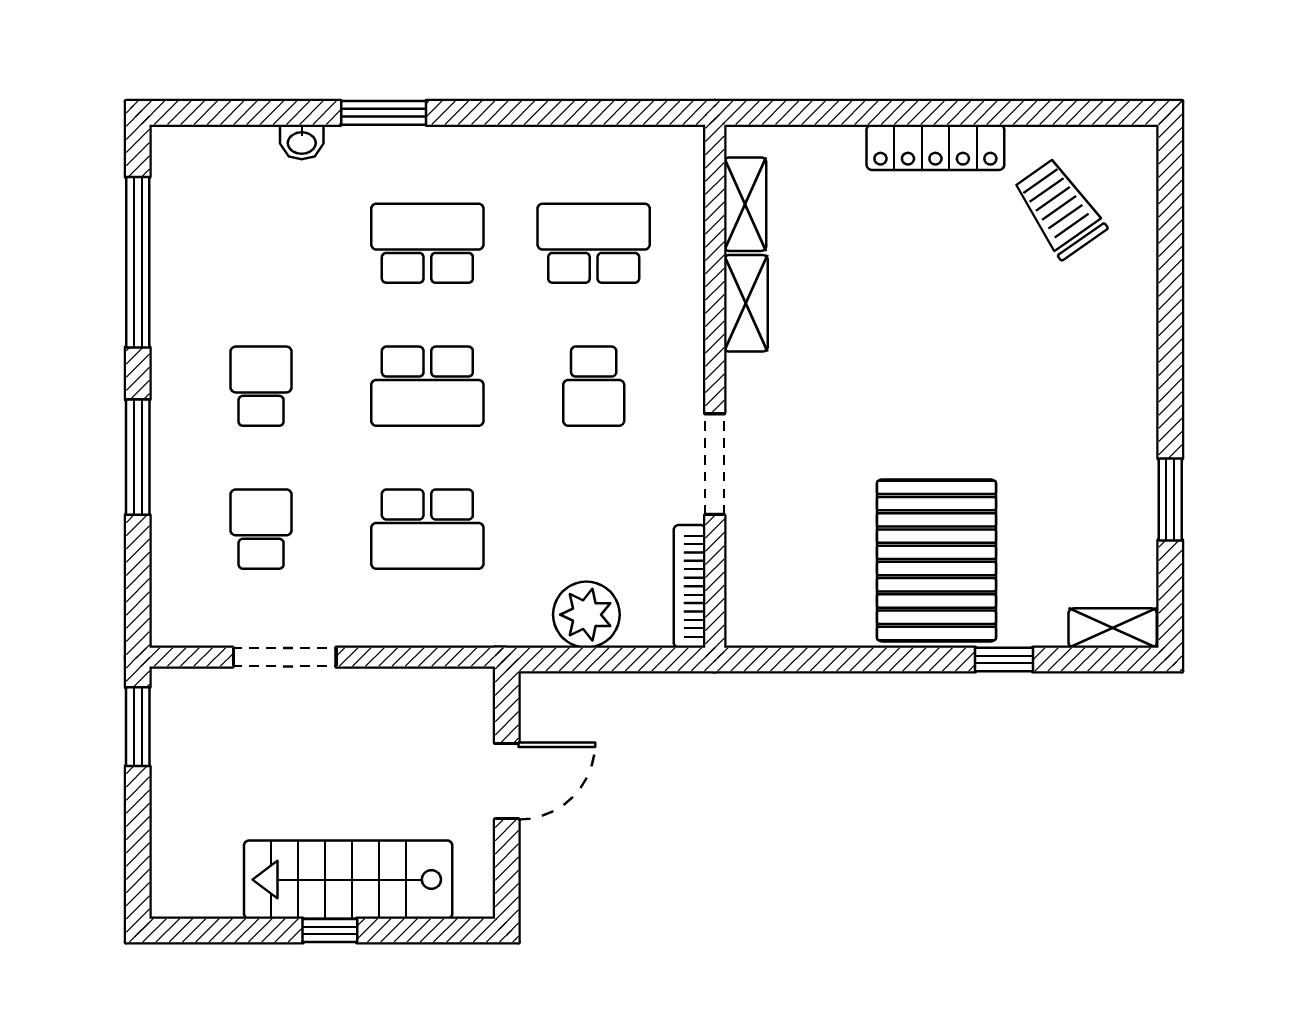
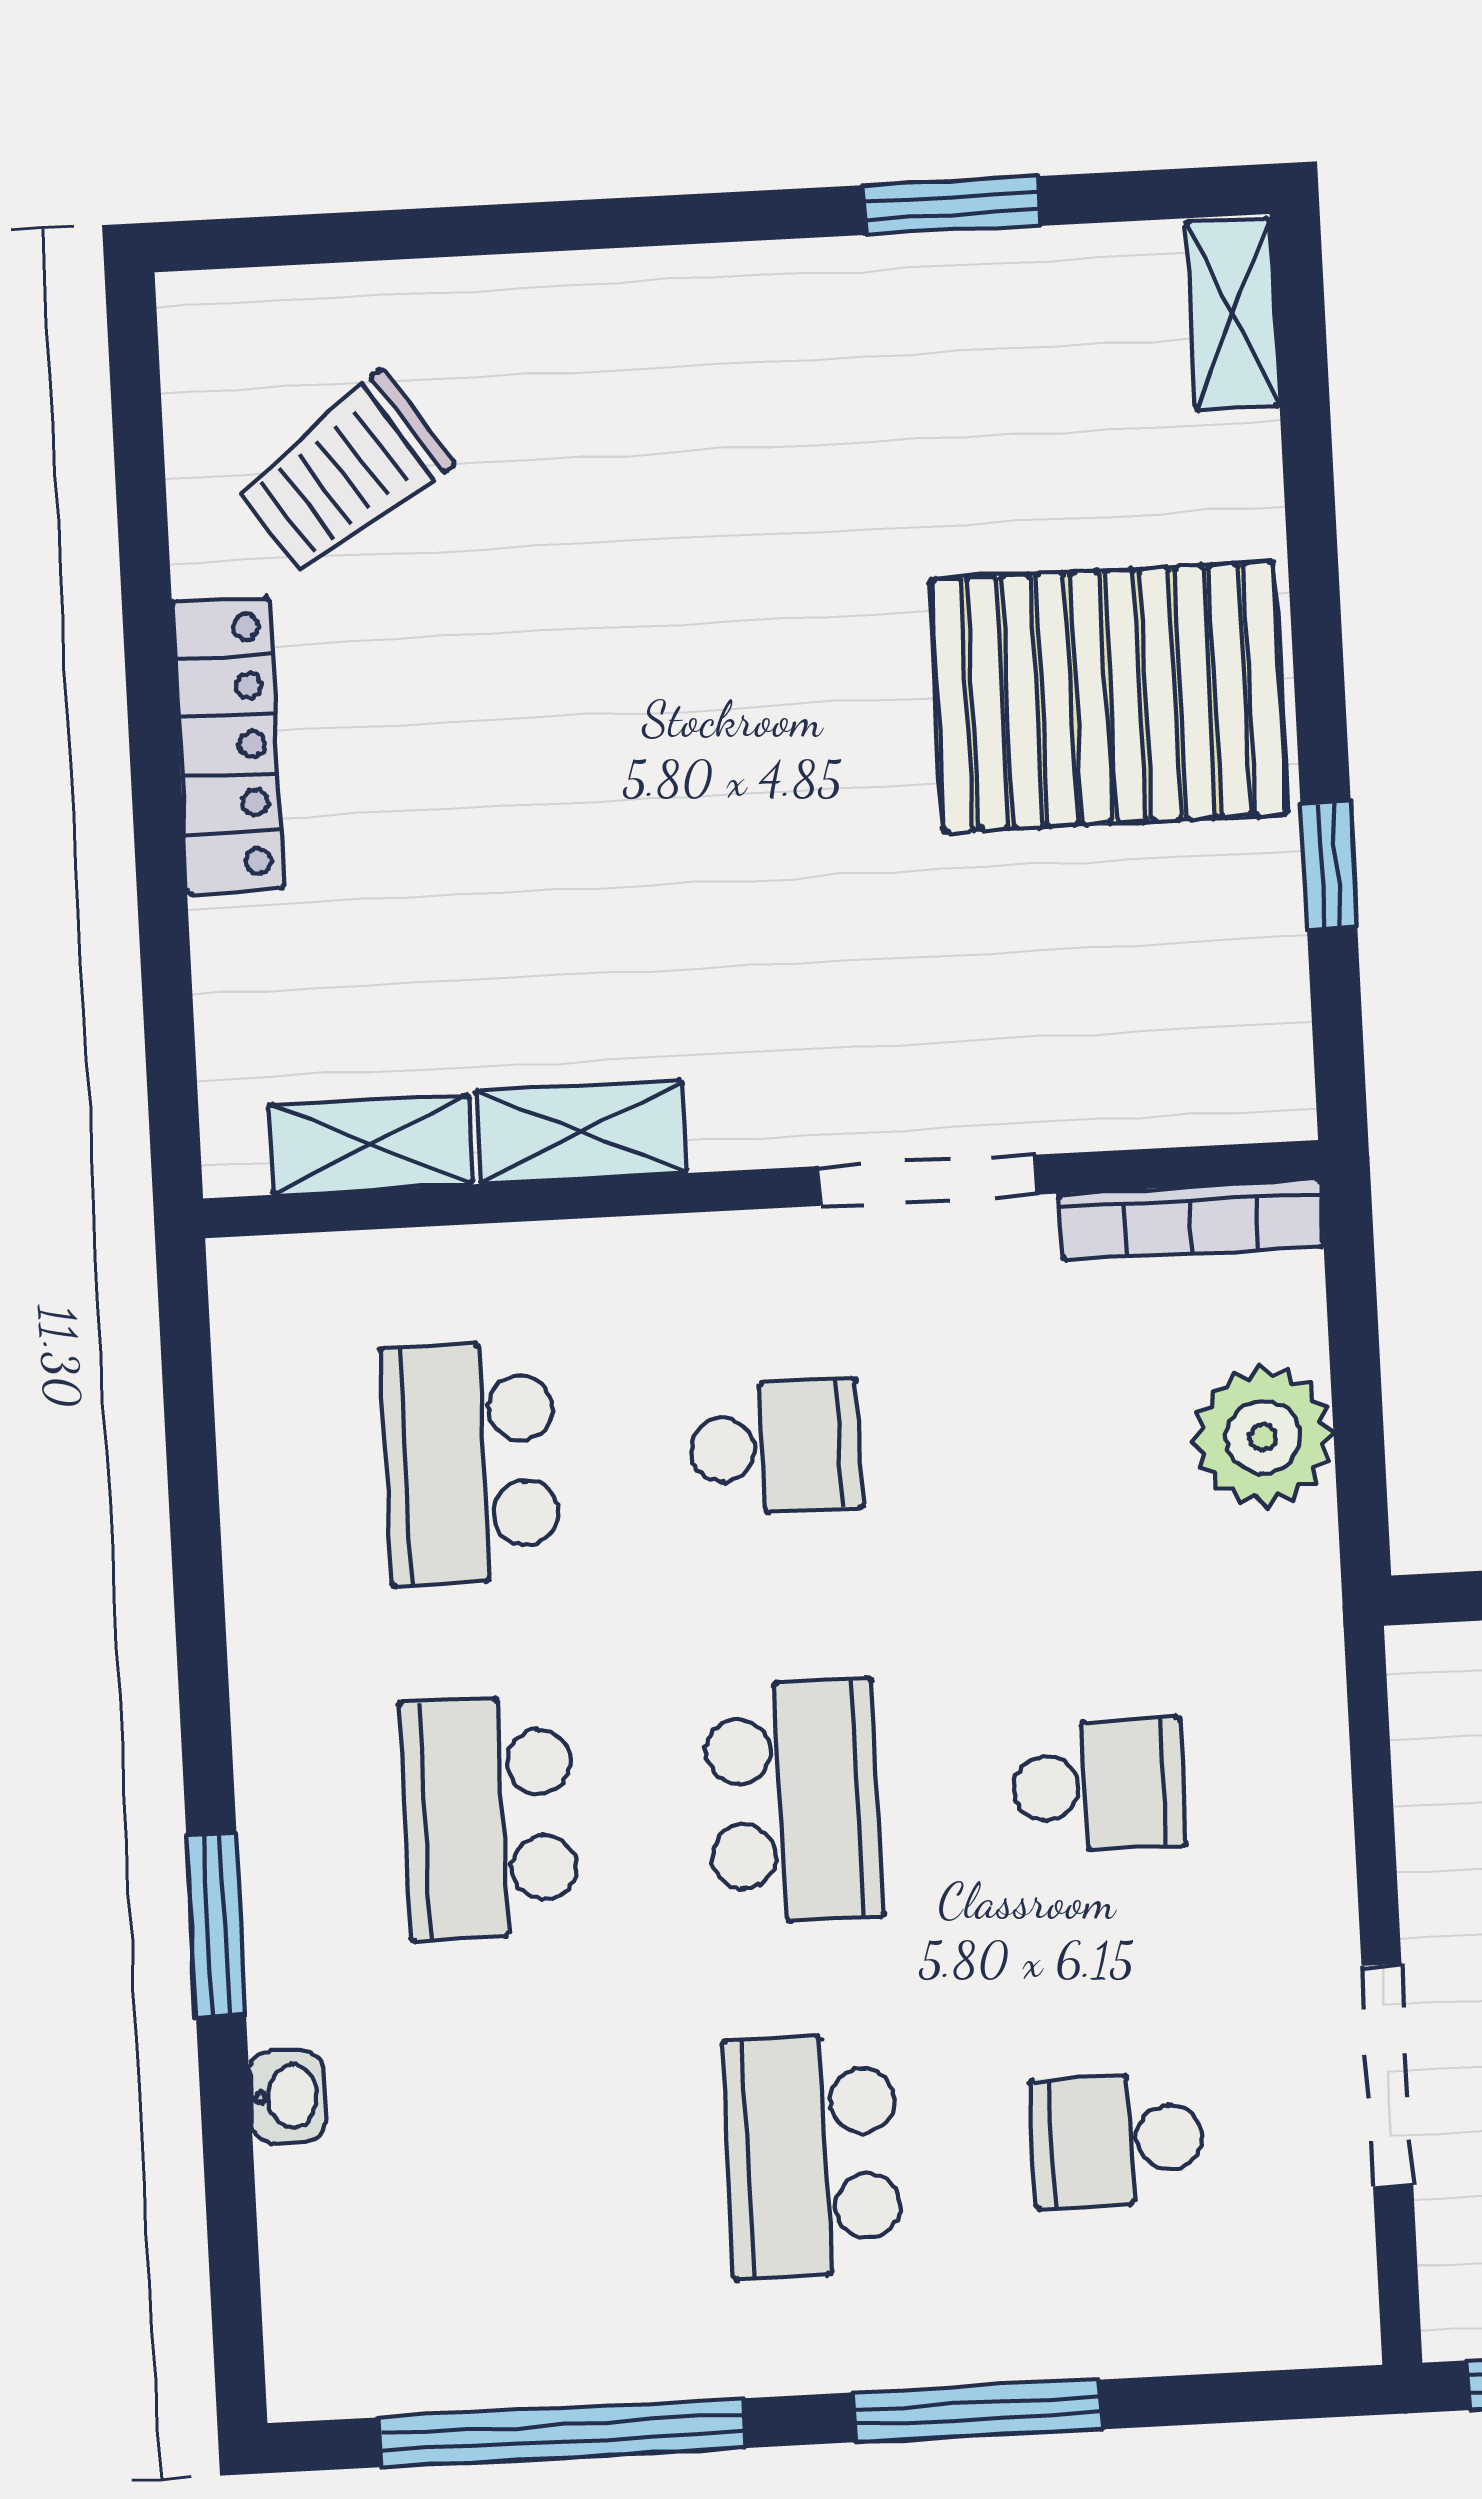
school desk: (261, 386) -> (812, 2156), width x1.85
school desk: (427, 529) -> (1098, 1785), width x0.54
window: (1004, 659) -> (1329, 865), moved

